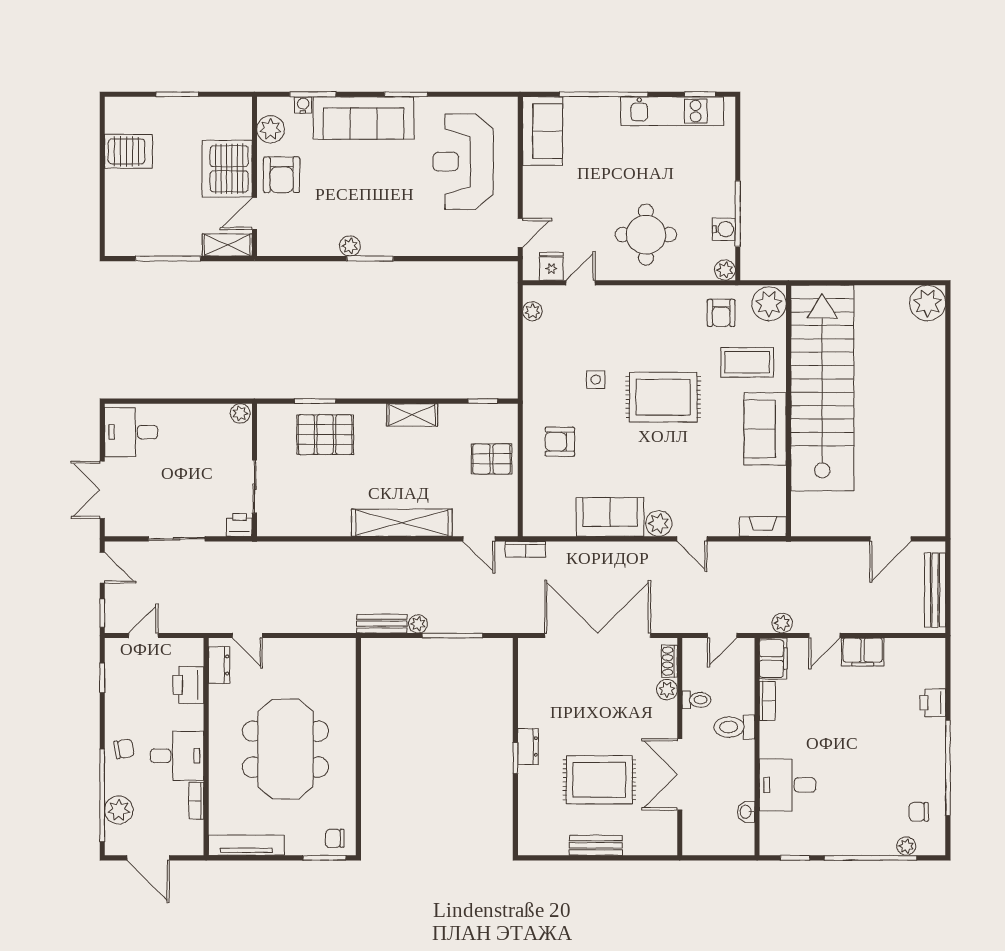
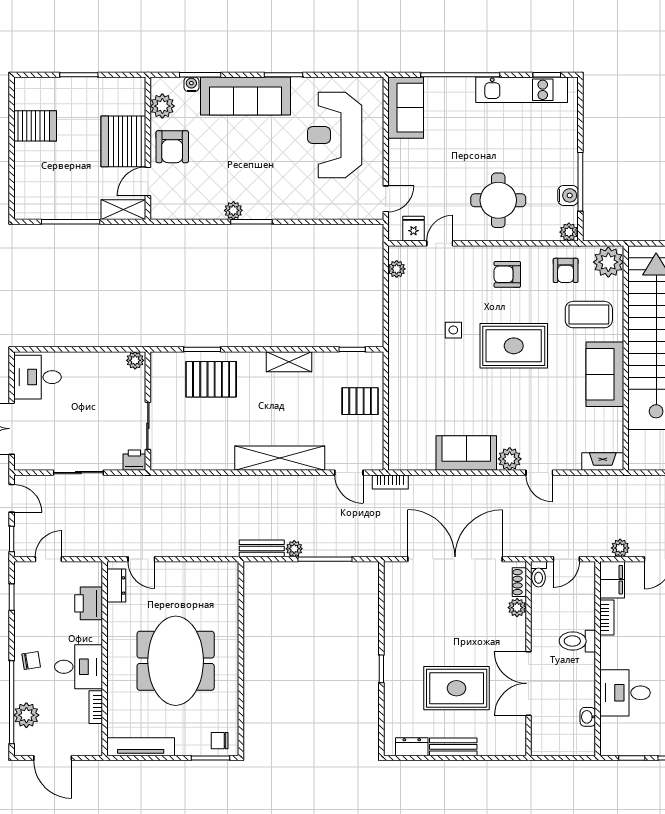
armchair: (560, 442) -> (507, 274), moved
toilet: (697, 700) -> (539, 574), moved, turned 90
dresser: (528, 747) -> (412, 747), moved, turned -90

